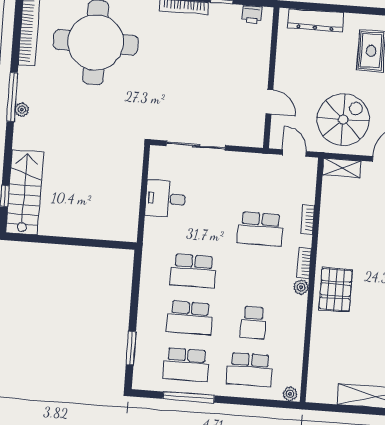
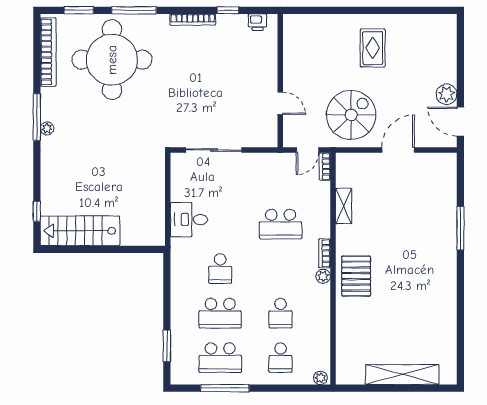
dresser: (316, 20) -> (318, 23), removed
door: (294, 153) -> (307, 150), swing flipped
shelving: (342, 168) -> (344, 206), moved, turned 90
stairs: (24, 192) -> (80, 231), moved, turned -90
desk: (165, 199) -> (189, 220), moved
bookcase: (308, 220) -> (325, 166), moved
school desk: (193, 271) -> (220, 269), width x0.54
school desk: (250, 370) -> (281, 358), width x0.54

